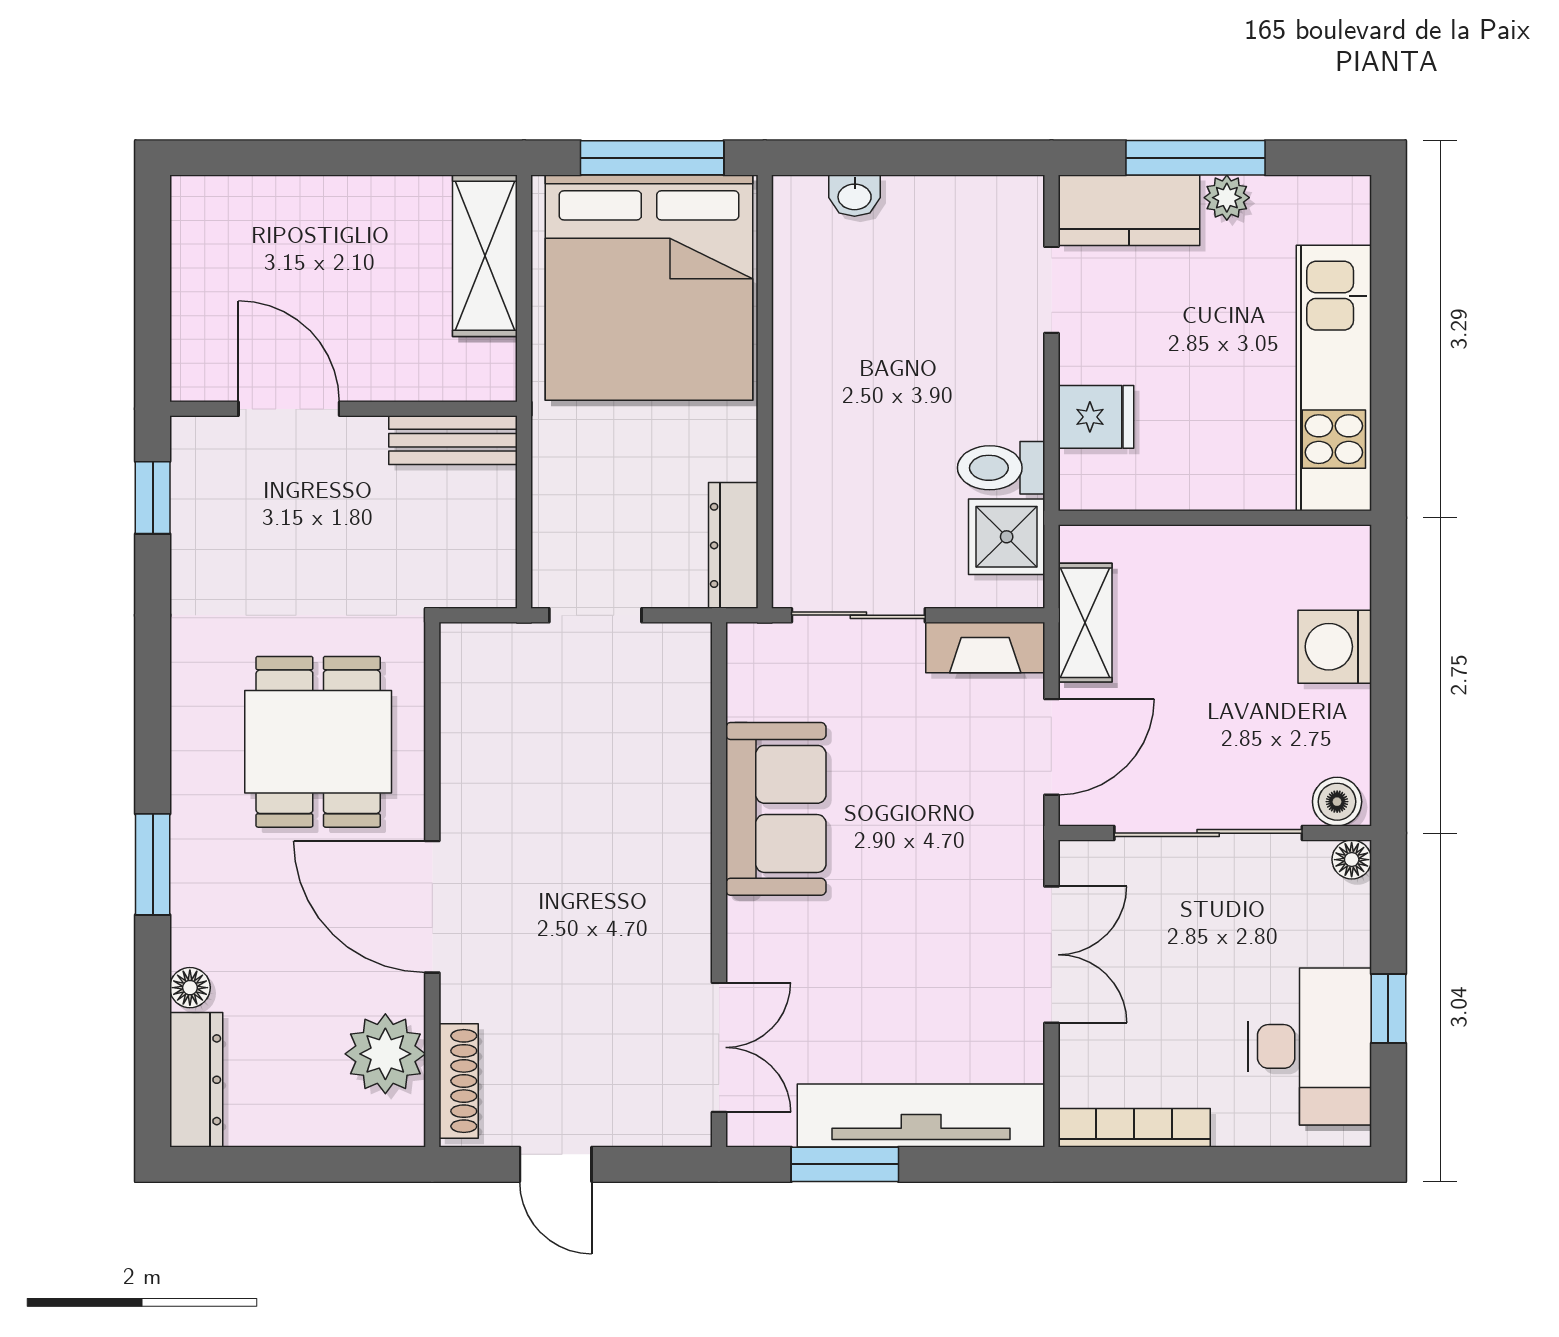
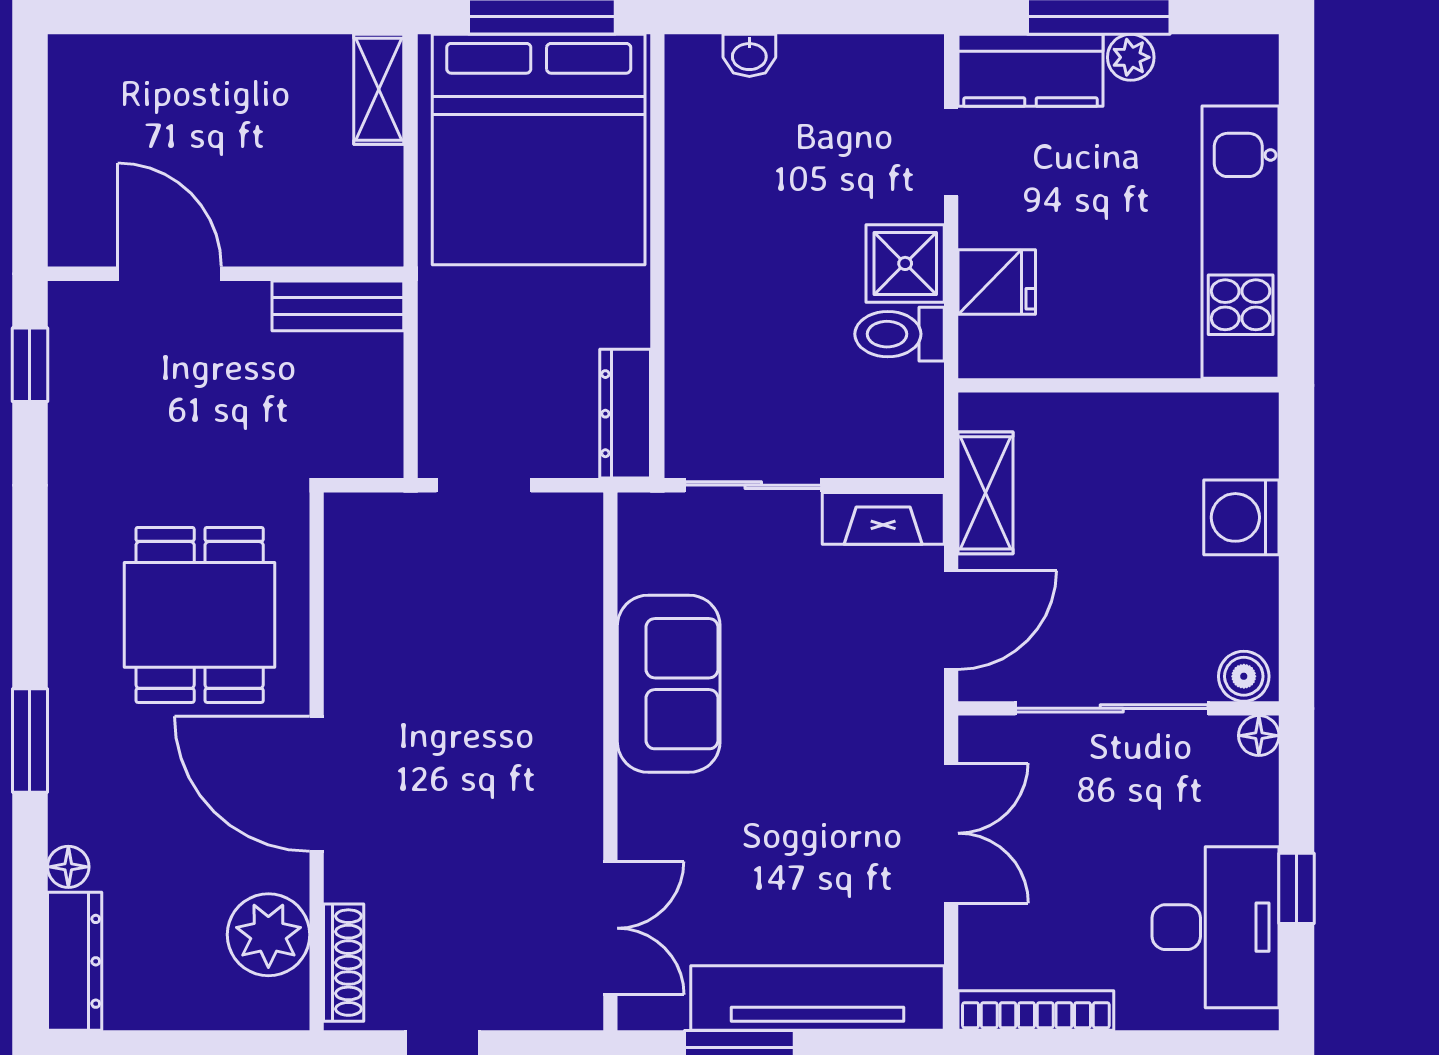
shelving: (485, 256) -> (379, 89), width x0.67, depth x0.75
shower: (1007, 537) -> (905, 263), moved

